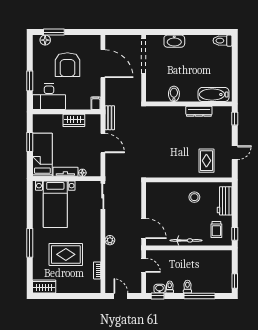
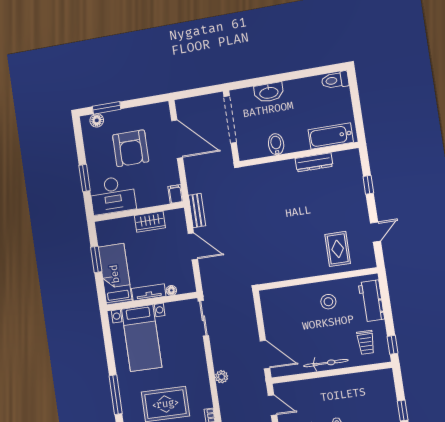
bidet: (174, 94) -> (276, 144), moved
bathtub: (214, 94) -> (331, 136), moved
wall: (189, 104) -> (299, 155), moved
dresser: (199, 111) -> (314, 162), moved

